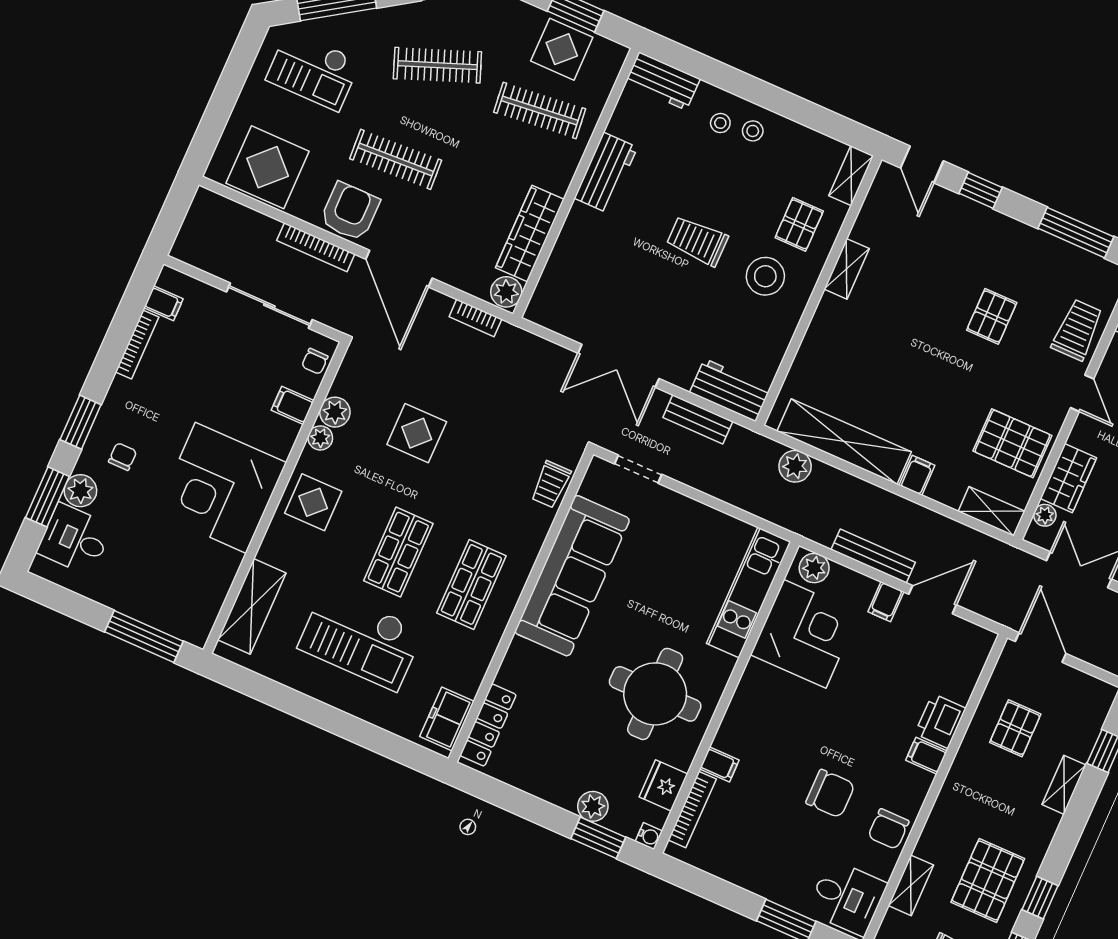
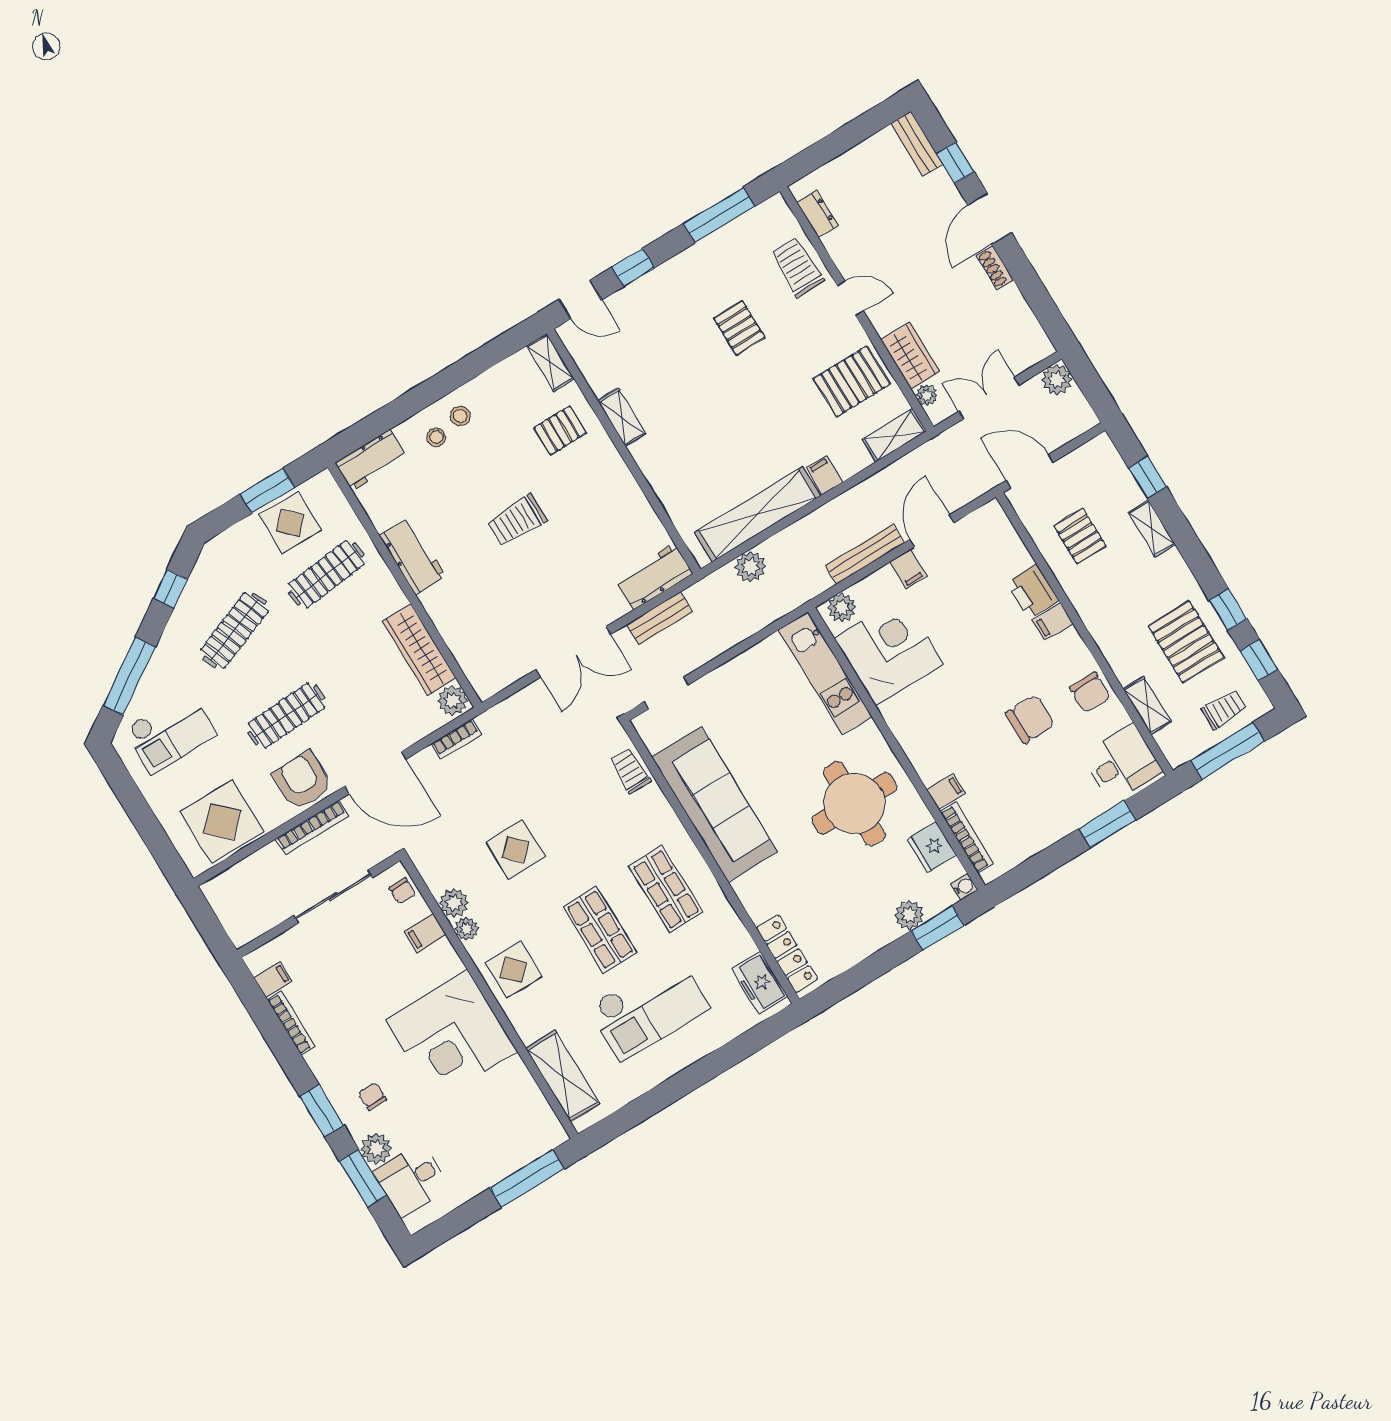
pallet: (799, 224) -> (560, 430), turned 90
stool: (765, 276) -> (583, 486), removed
trolley: (551, 484) -> (630, 771), turned 180

